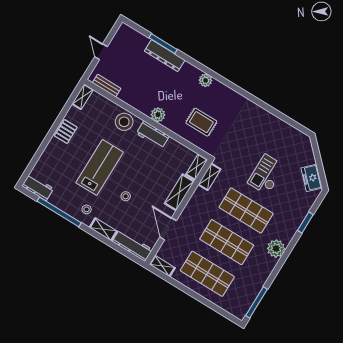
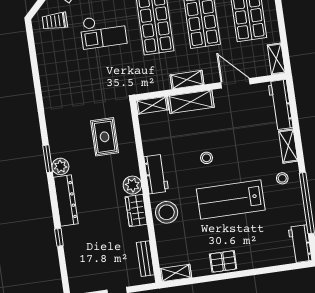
window: (163, 44) -> (59, 237), width x0.46
dresser: (165, 56) -> (66, 200), moved
window: (217, 76) -> (48, 159), added
wardrobe: (141, 104) -> (136, 210), added
trolley: (297, 150) -> (55, 21), added
shelving: (209, 177) -> (187, 80), moved
stool: (126, 196) -> (207, 158), moved
door: (168, 229) -> (235, 83), swing flipped

